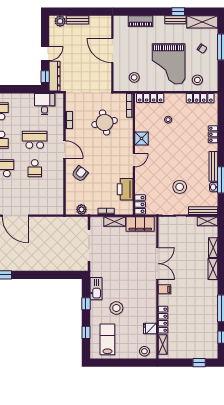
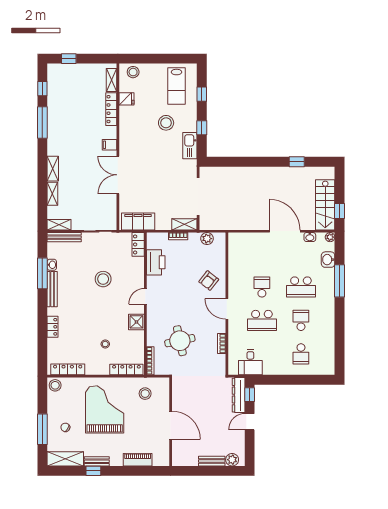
stool: (197, 80) -> (55, 385), moved
stool: (180, 187) -> (103, 279), moved
shelving: (115, 222) -> (184, 224), moved

